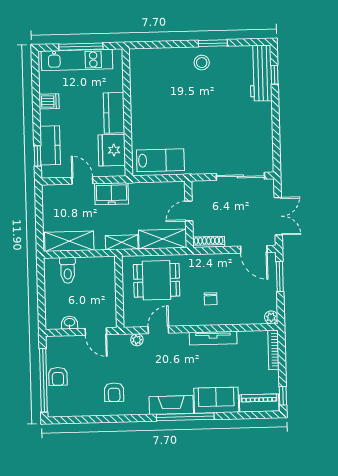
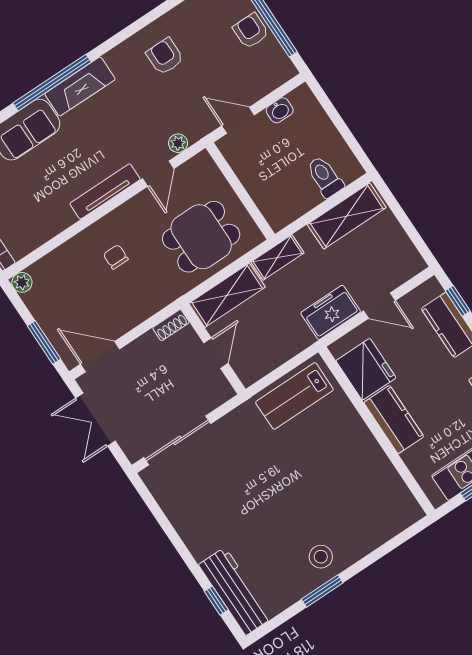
shoe rack: (209, 242) -> (171, 325), width x0.70
tv unit: (213, 338) -> (105, 191), moved

